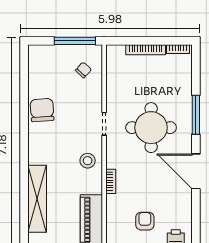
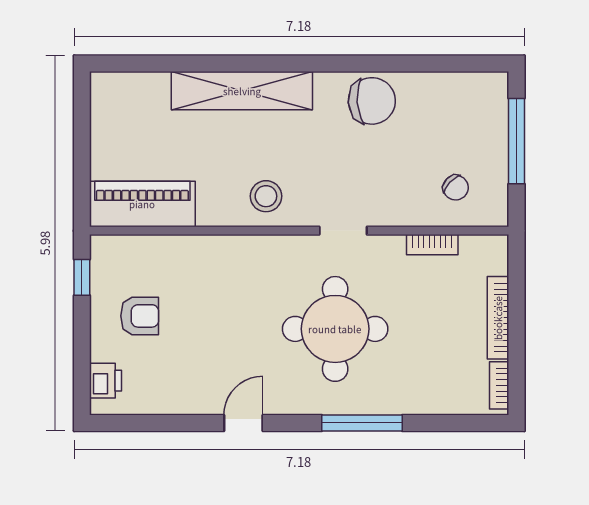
window: (75, 41) -> (517, 141), moved
door: (196, 171) -> (243, 423), width x0.53
bookcase: (111, 181) -> (432, 245), moved
shelving: (37, 199) -> (242, 91), moved

